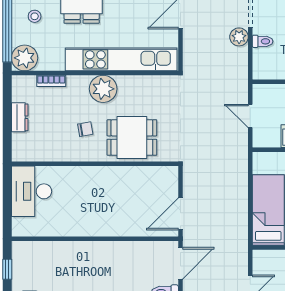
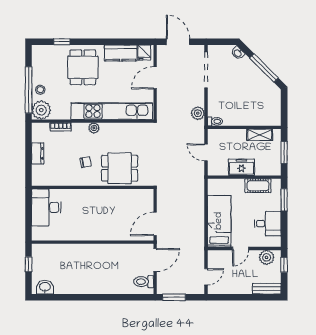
stool: (35, 16) -> (40, 90), moved
plant: (239, 37) -> (198, 113), moved
toilet: (263, 41) -> (215, 121), moved
plant: (103, 89) -> (94, 128), width x0.53, depth x0.53

